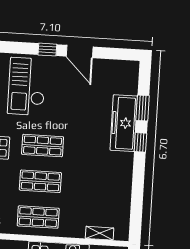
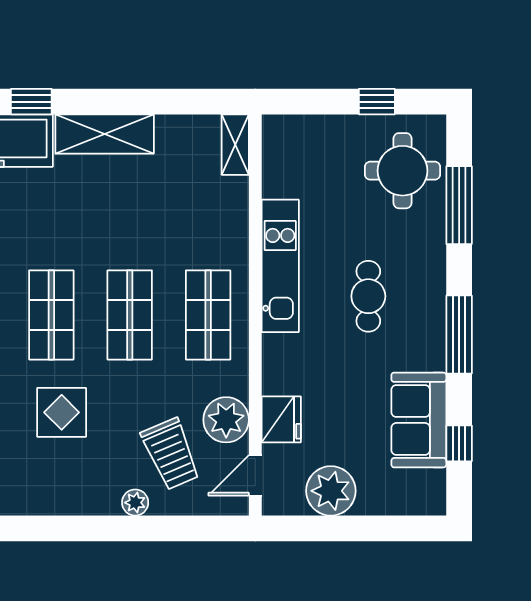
shelving: (124, 175) -> (105, 134), added
shelving: (100, 233) -> (235, 145), moved

